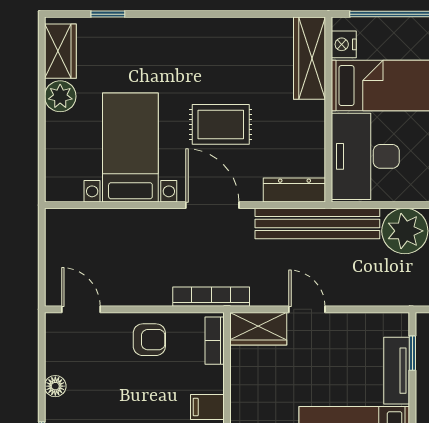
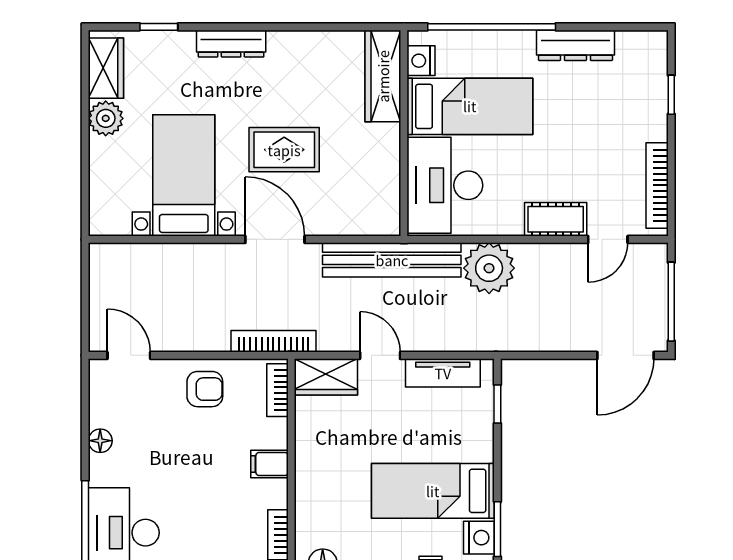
dresser: (294, 190) -> (231, 44), moved, turned 180
tv unit: (397, 371) -> (443, 373), moved, turned -90

